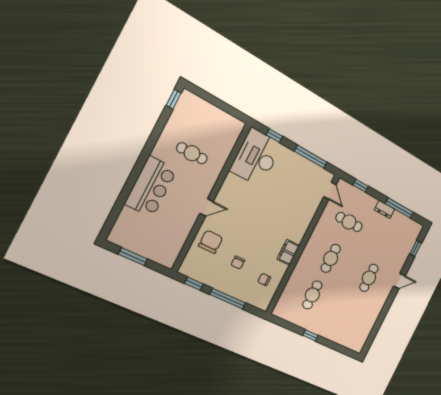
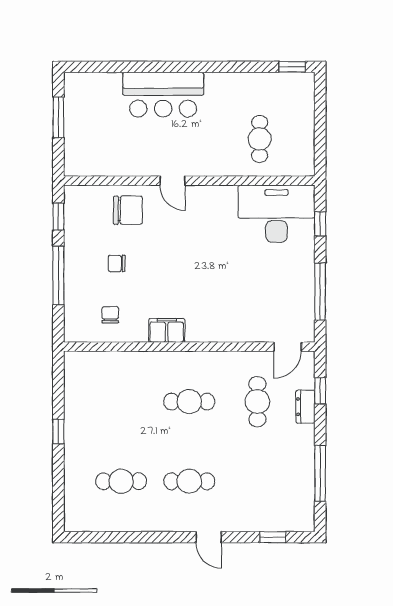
cafe table: (192, 153) -> (260, 139), moved
dresser: (385, 209) -> (305, 407), moved
cafe table: (312, 295) -> (121, 481), moved

